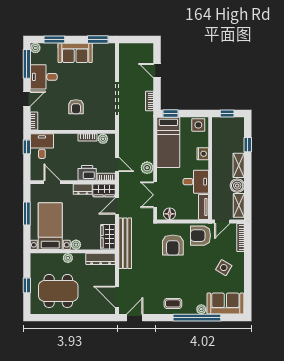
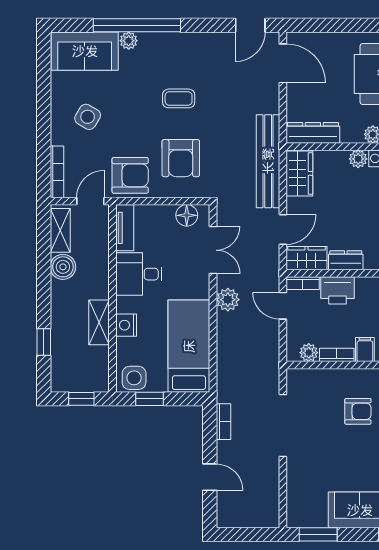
armchair: (76, 107) -> (358, 411), turned 90
window: (171, 113) -> (150, 399), moved
filing cabinet: (72, 140) -> (365, 350), added
shelving: (239, 165) -> (99, 322), moved
armchair: (173, 245) -> (181, 158), turned 180
coffee table: (173, 303) -> (179, 98), moved

